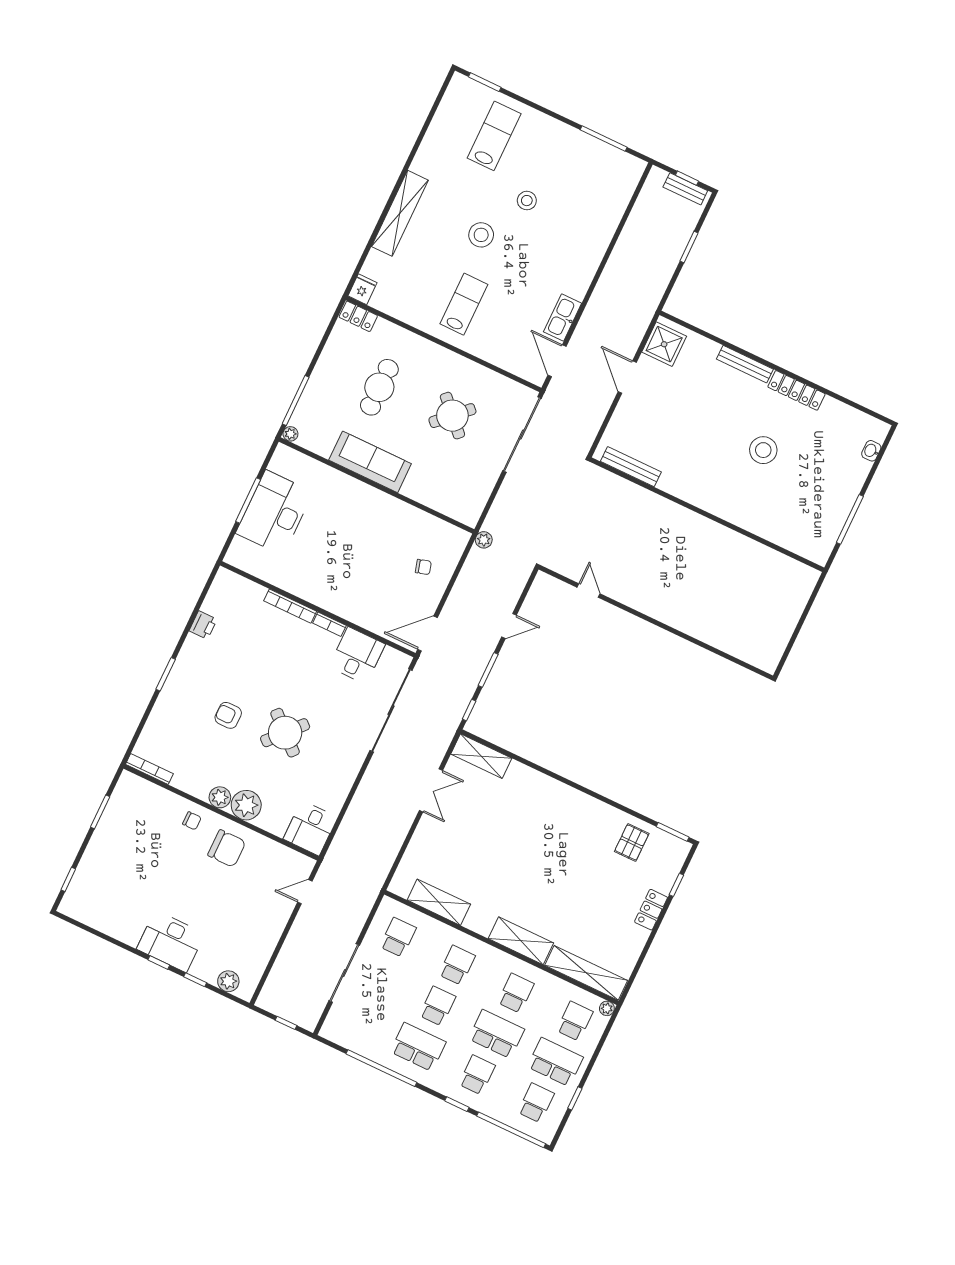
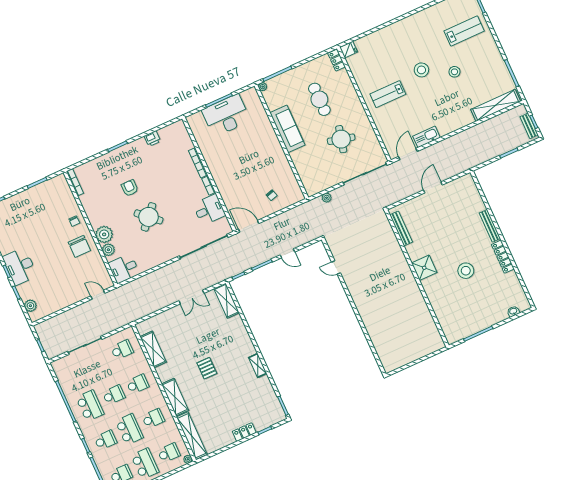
shelving: (400, 213) -> (496, 105), moved
lab bench: (464, 304) -> (388, 94), turned 180
shower: (664, 344) -> (424, 268), moved
cafe table: (379, 387) -> (319, 99), turned 90
round table: (452, 416) -> (341, 139), turned -32
plant: (484, 540) -> (327, 198), moved
door: (589, 590) -> (336, 267), swing flipped
plant: (220, 797) -> (108, 250), moved
shelving: (594, 807) -> (258, 365), added
pallet: (632, 842) -> (207, 368), moved, turned 90

